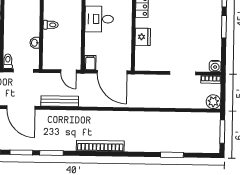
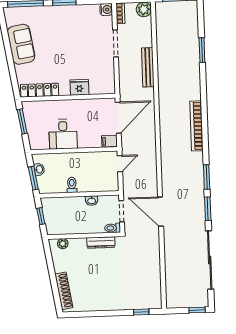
bench: (60, 101) -> (148, 67), moved
door: (21, 108) -> (161, 212), swing flipped

